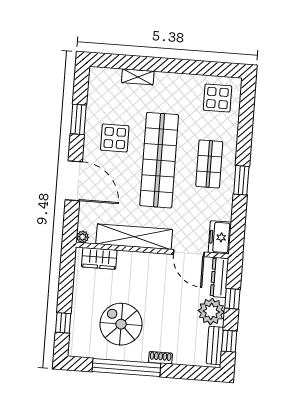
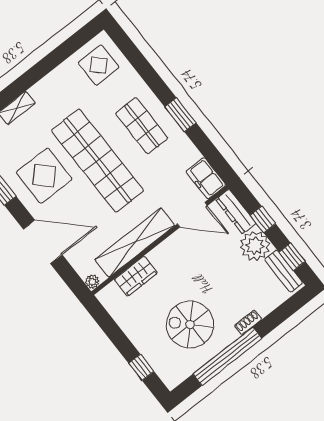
display table: (115, 138) -> (44, 176), width x1.36, depth x1.36
wardrobe: (99, 258) -> (136, 276), moved

